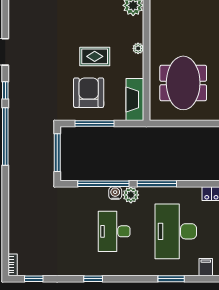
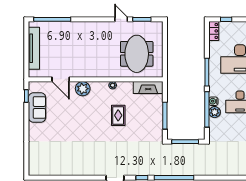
meeting table: (183, 83) -> (137, 54), turned 90
armchair: (89, 93) -> (143, 120), removed
plant: (131, 195) -> (215, 112), moved

